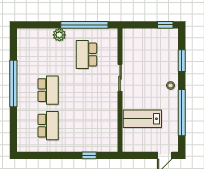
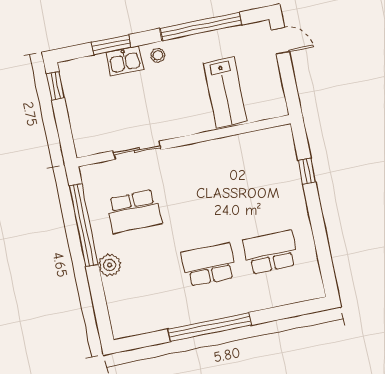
kitchen sink: (171, 66) -> (125, 61), added
sliding door: (120, 78) -> (137, 150), moved

